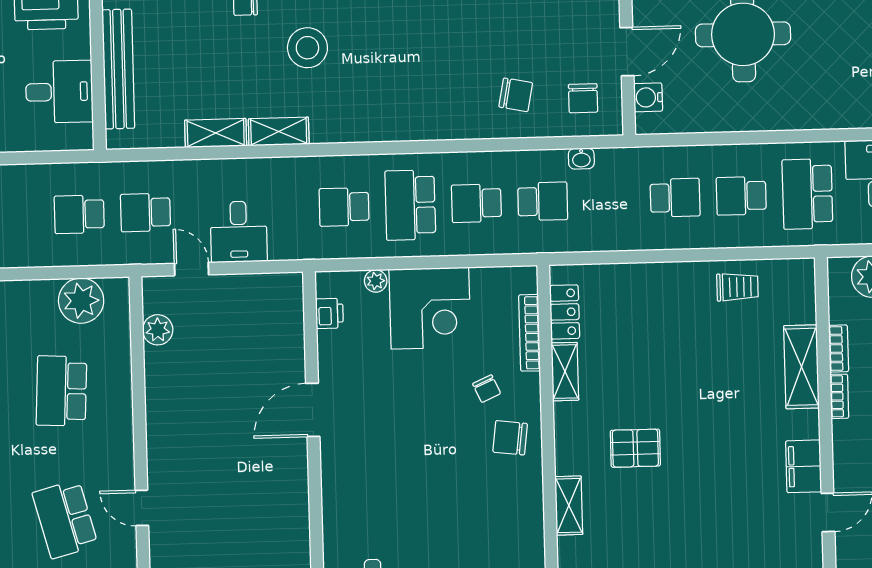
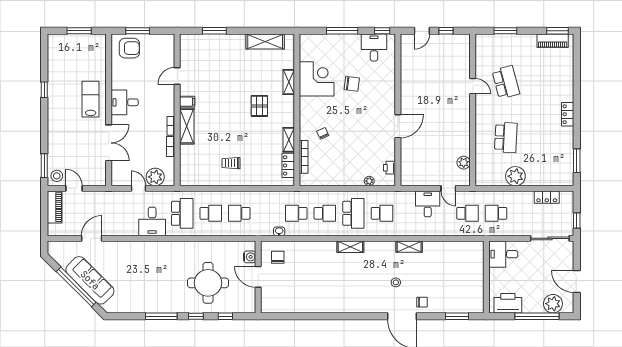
stool: (307, 48) -> (396, 282), width x0.53, depth x0.53
door: (627, 52) -> (258, 277), hinge flipped
bench: (118, 69) -> (478, 275), removed
desk: (59, 92) -> (503, 254), moved
chair: (516, 95) -> (307, 260), removed
shelving: (216, 133) -> (350, 247), moved
school desk: (79, 214) -> (496, 213), turned 180
trolley: (737, 287) -> (231, 163), moved
plant: (81, 301) -> (515, 176), moved
corner desk: (430, 308) -> (317, 79), moved, turned 90
shelving: (801, 367) -> (187, 126), moved
chair: (510, 438) -> (352, 84), moved
pallet: (635, 448) -> (259, 106), turned 90
filing cabinet: (804, 466) -> (187, 102), width x0.50

